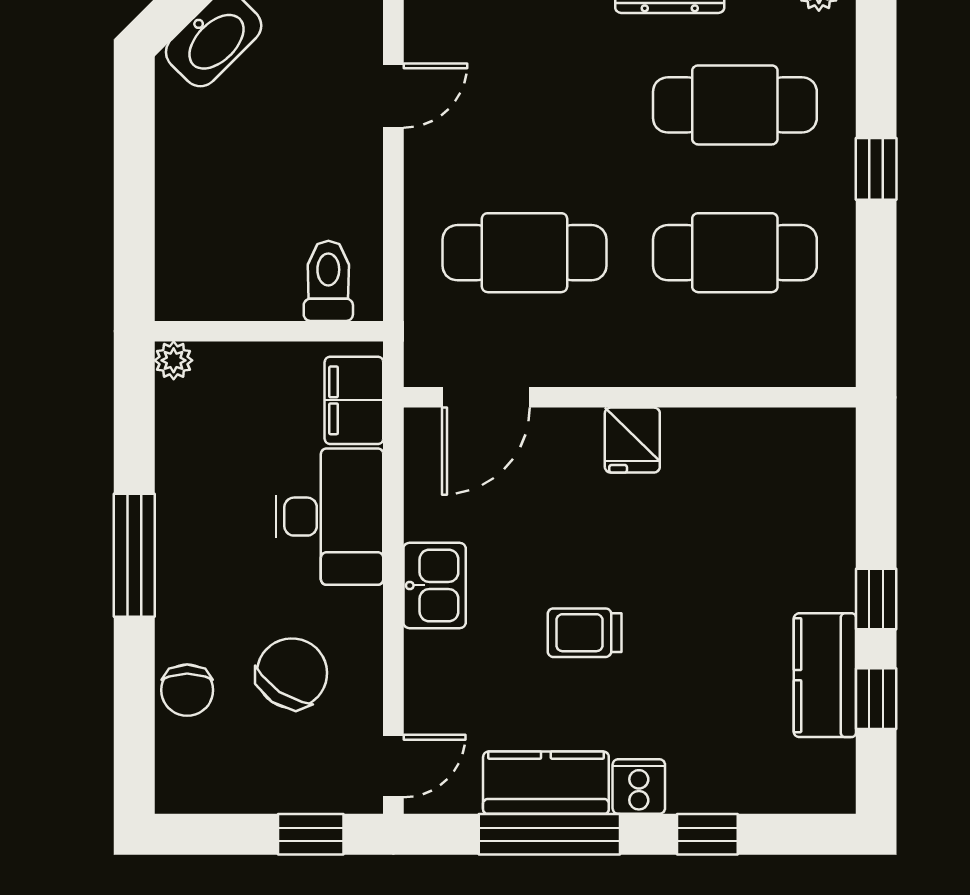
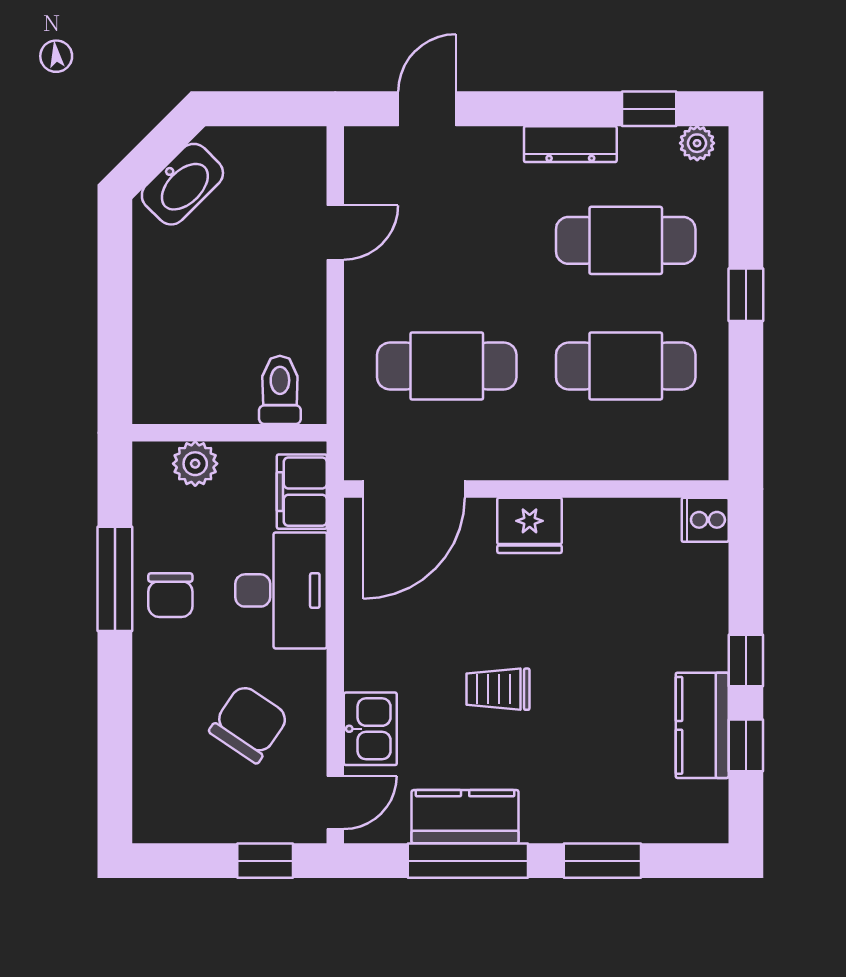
plant: (174, 360) -> (195, 464), moved, width x1.38, depth x1.38
door: (486, 397) -> (414, 489), width x1.36
fridge: (632, 440) -> (530, 525), width x1.38
window: (134, 555) -> (115, 579), moved
kitchen sink: (435, 585) -> (370, 729), moved
chair: (187, 690) -> (170, 595), moved
cooker: (639, 786) -> (705, 520), moved, turned -90
window: (707, 834) -> (602, 861), width x1.50

